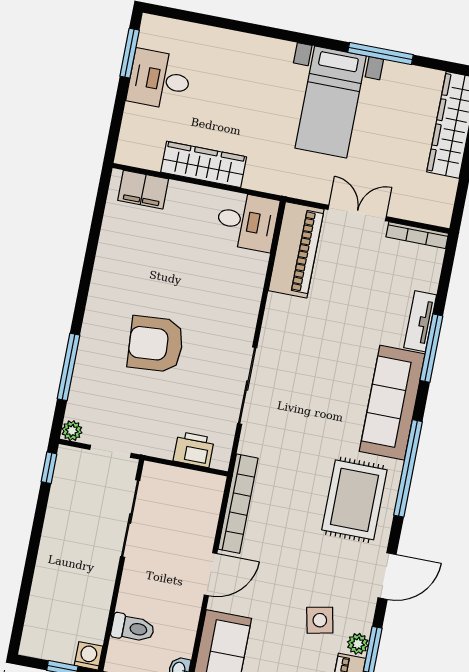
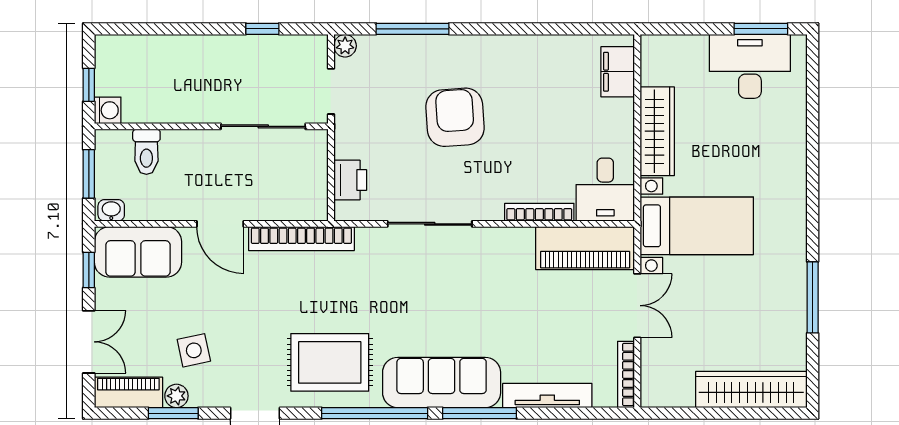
desk: (159, 79) -> (750, 66), width x1.37
bed with nightstands: (331, 102) -> (697, 226), moved, turned 180
bookcase: (256, 285) -> (539, 212), added
tv unit: (420, 321) -> (547, 395), width x1.41
window: (431, 348) -> (480, 413), moved
window: (49, 468) -> (262, 29), moved

